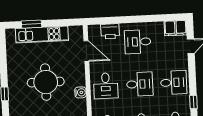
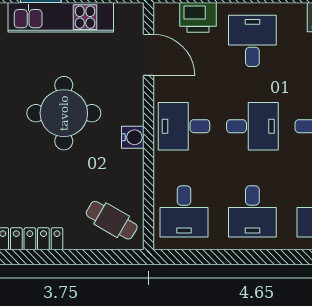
desk: (138, 42) -> (252, 41), turned 90
desk: (106, 86) -> (184, 126), turned 90

